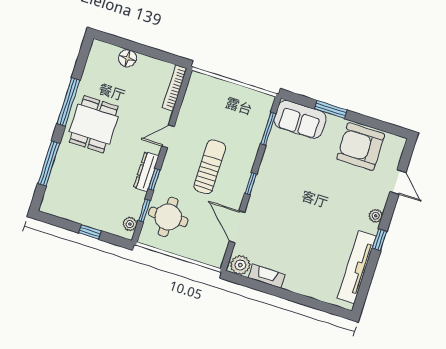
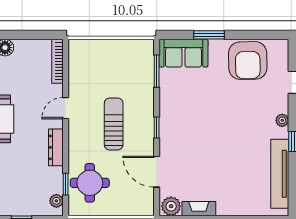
armchair: (361, 147) -> (248, 61), turned -91
window: (154, 179) -> (66, 152), removed

